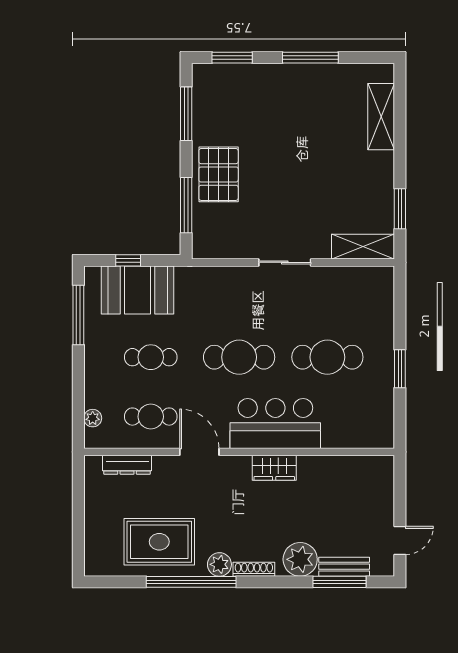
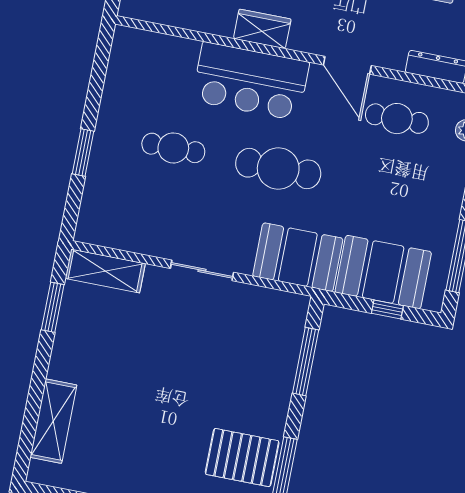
pallet: (219, 174) -> (242, 458), moved, turned 90
booth: (209, 288) -> (298, 257), added
cafe table: (151, 357) -> (383, 189), removed
cafe table: (327, 357) -> (173, 148), width x0.73, depth x0.74
window: (400, 369) -> (83, 152), moved

